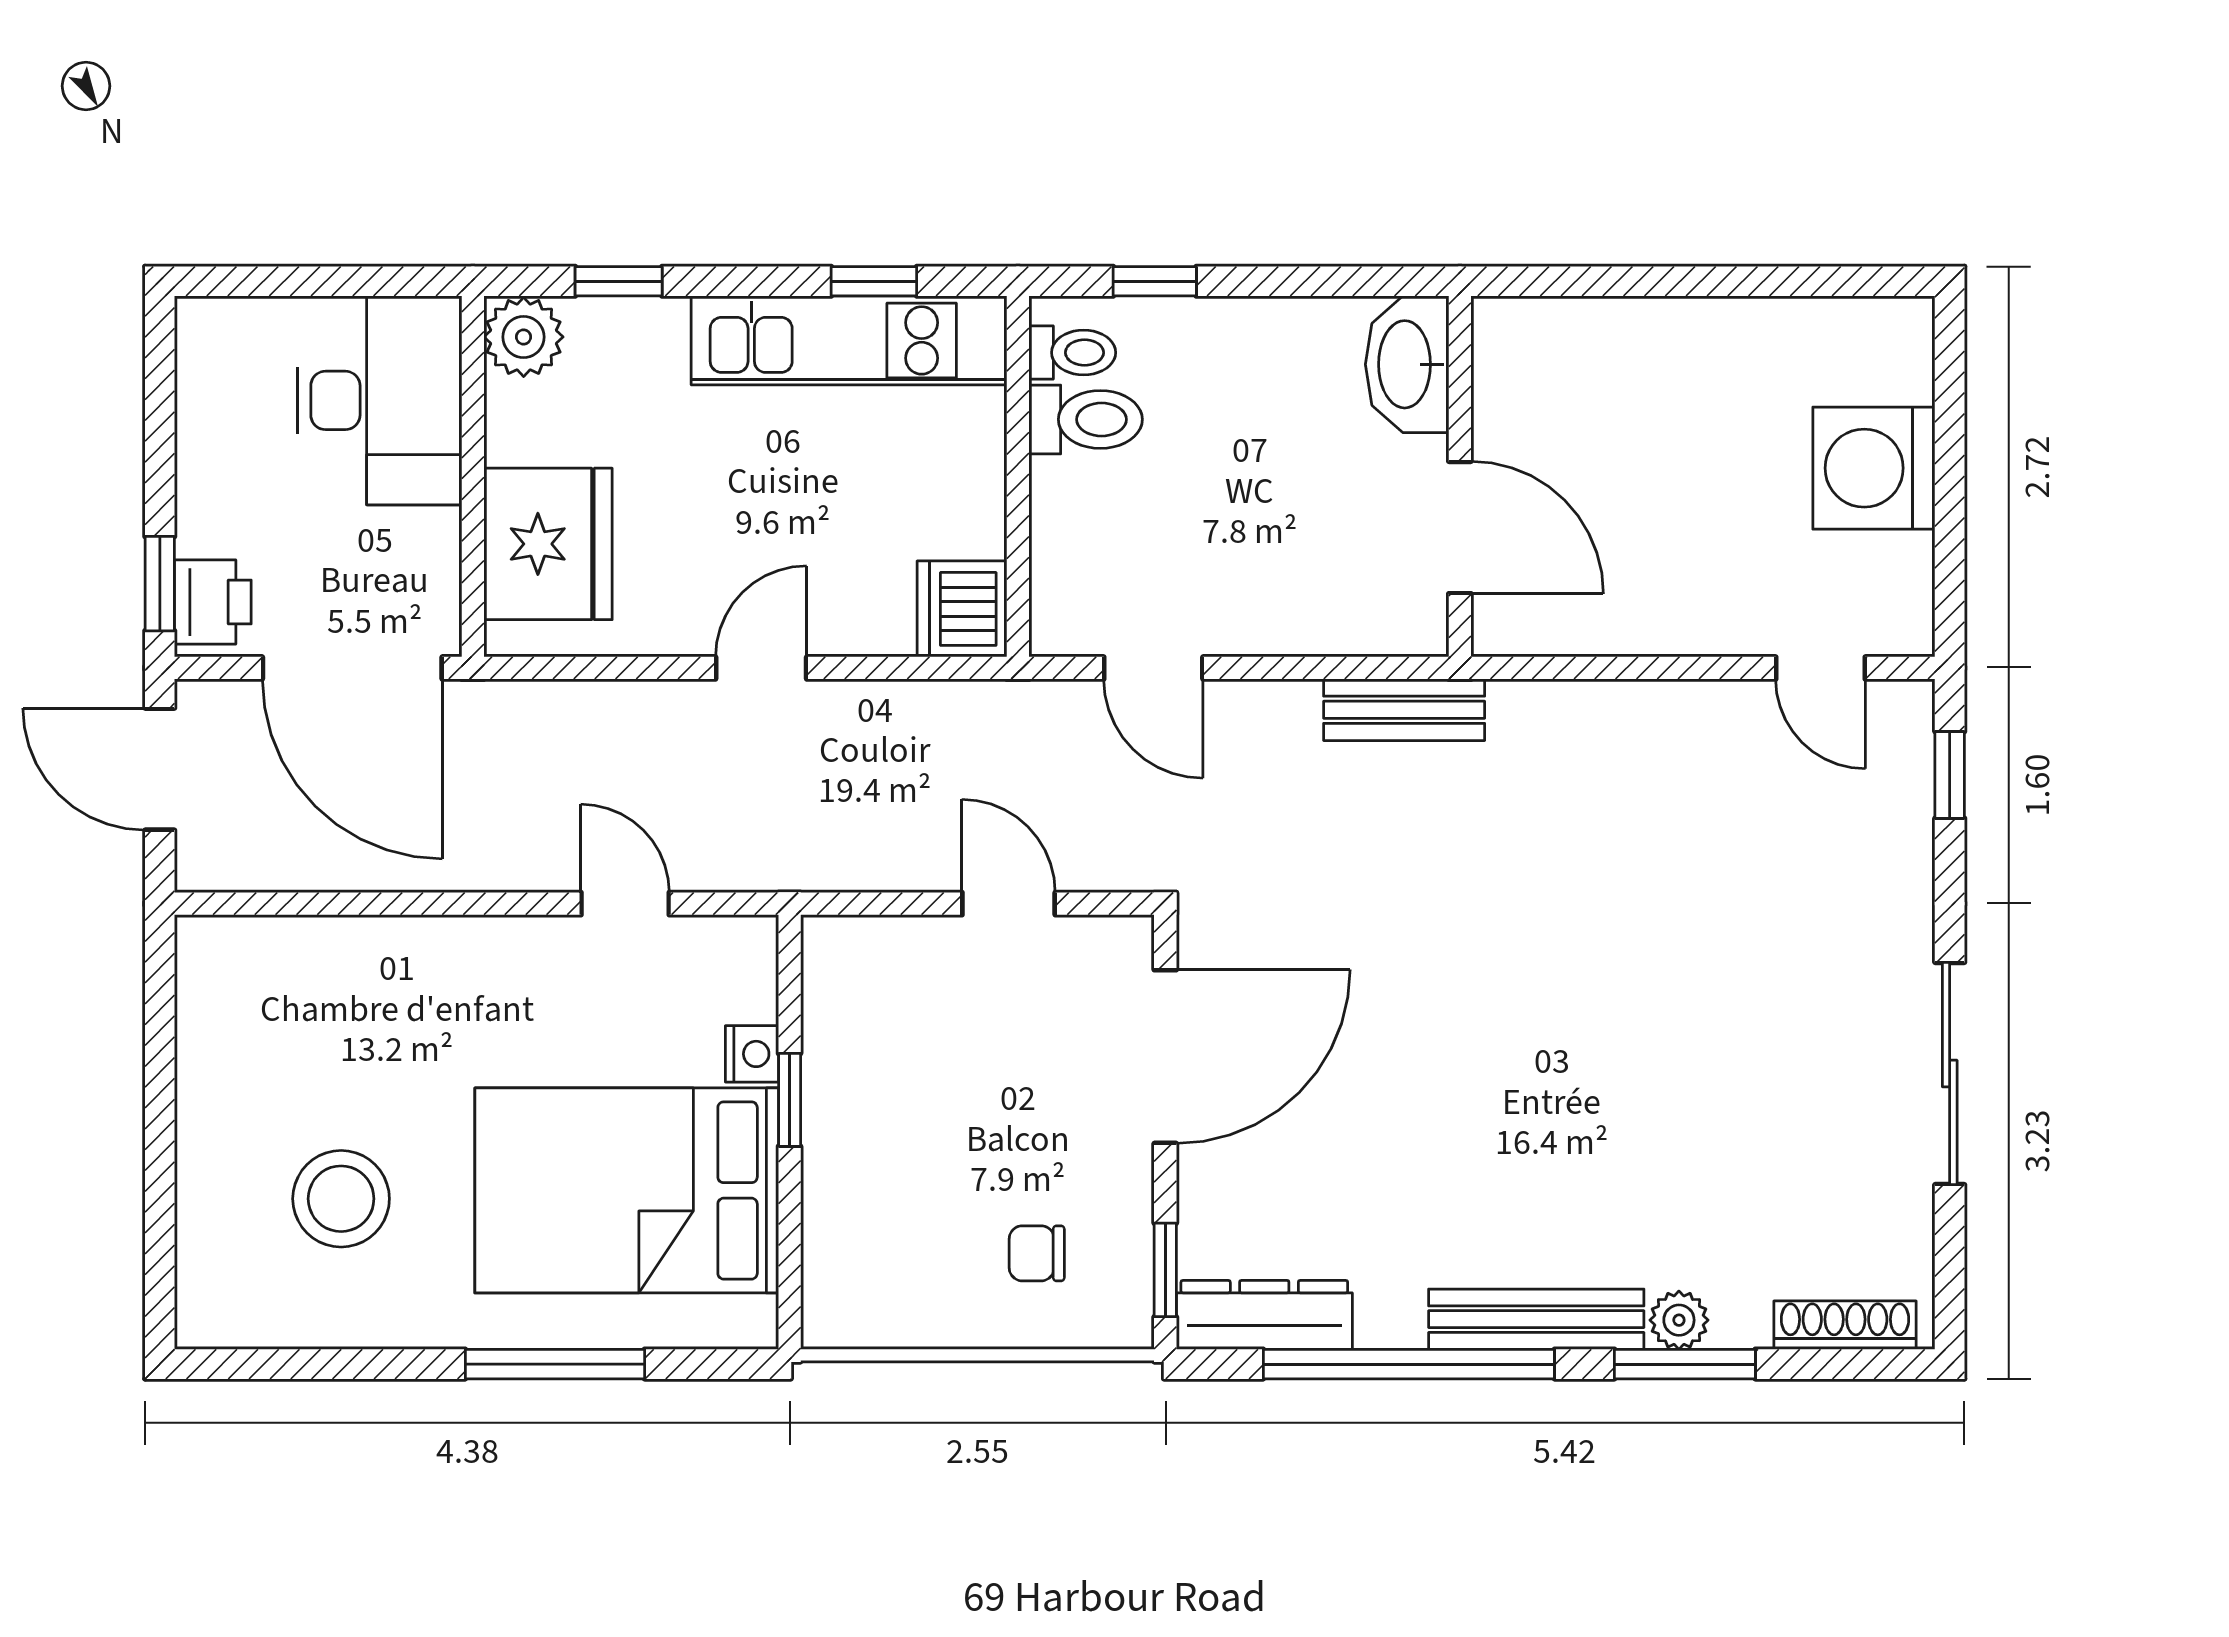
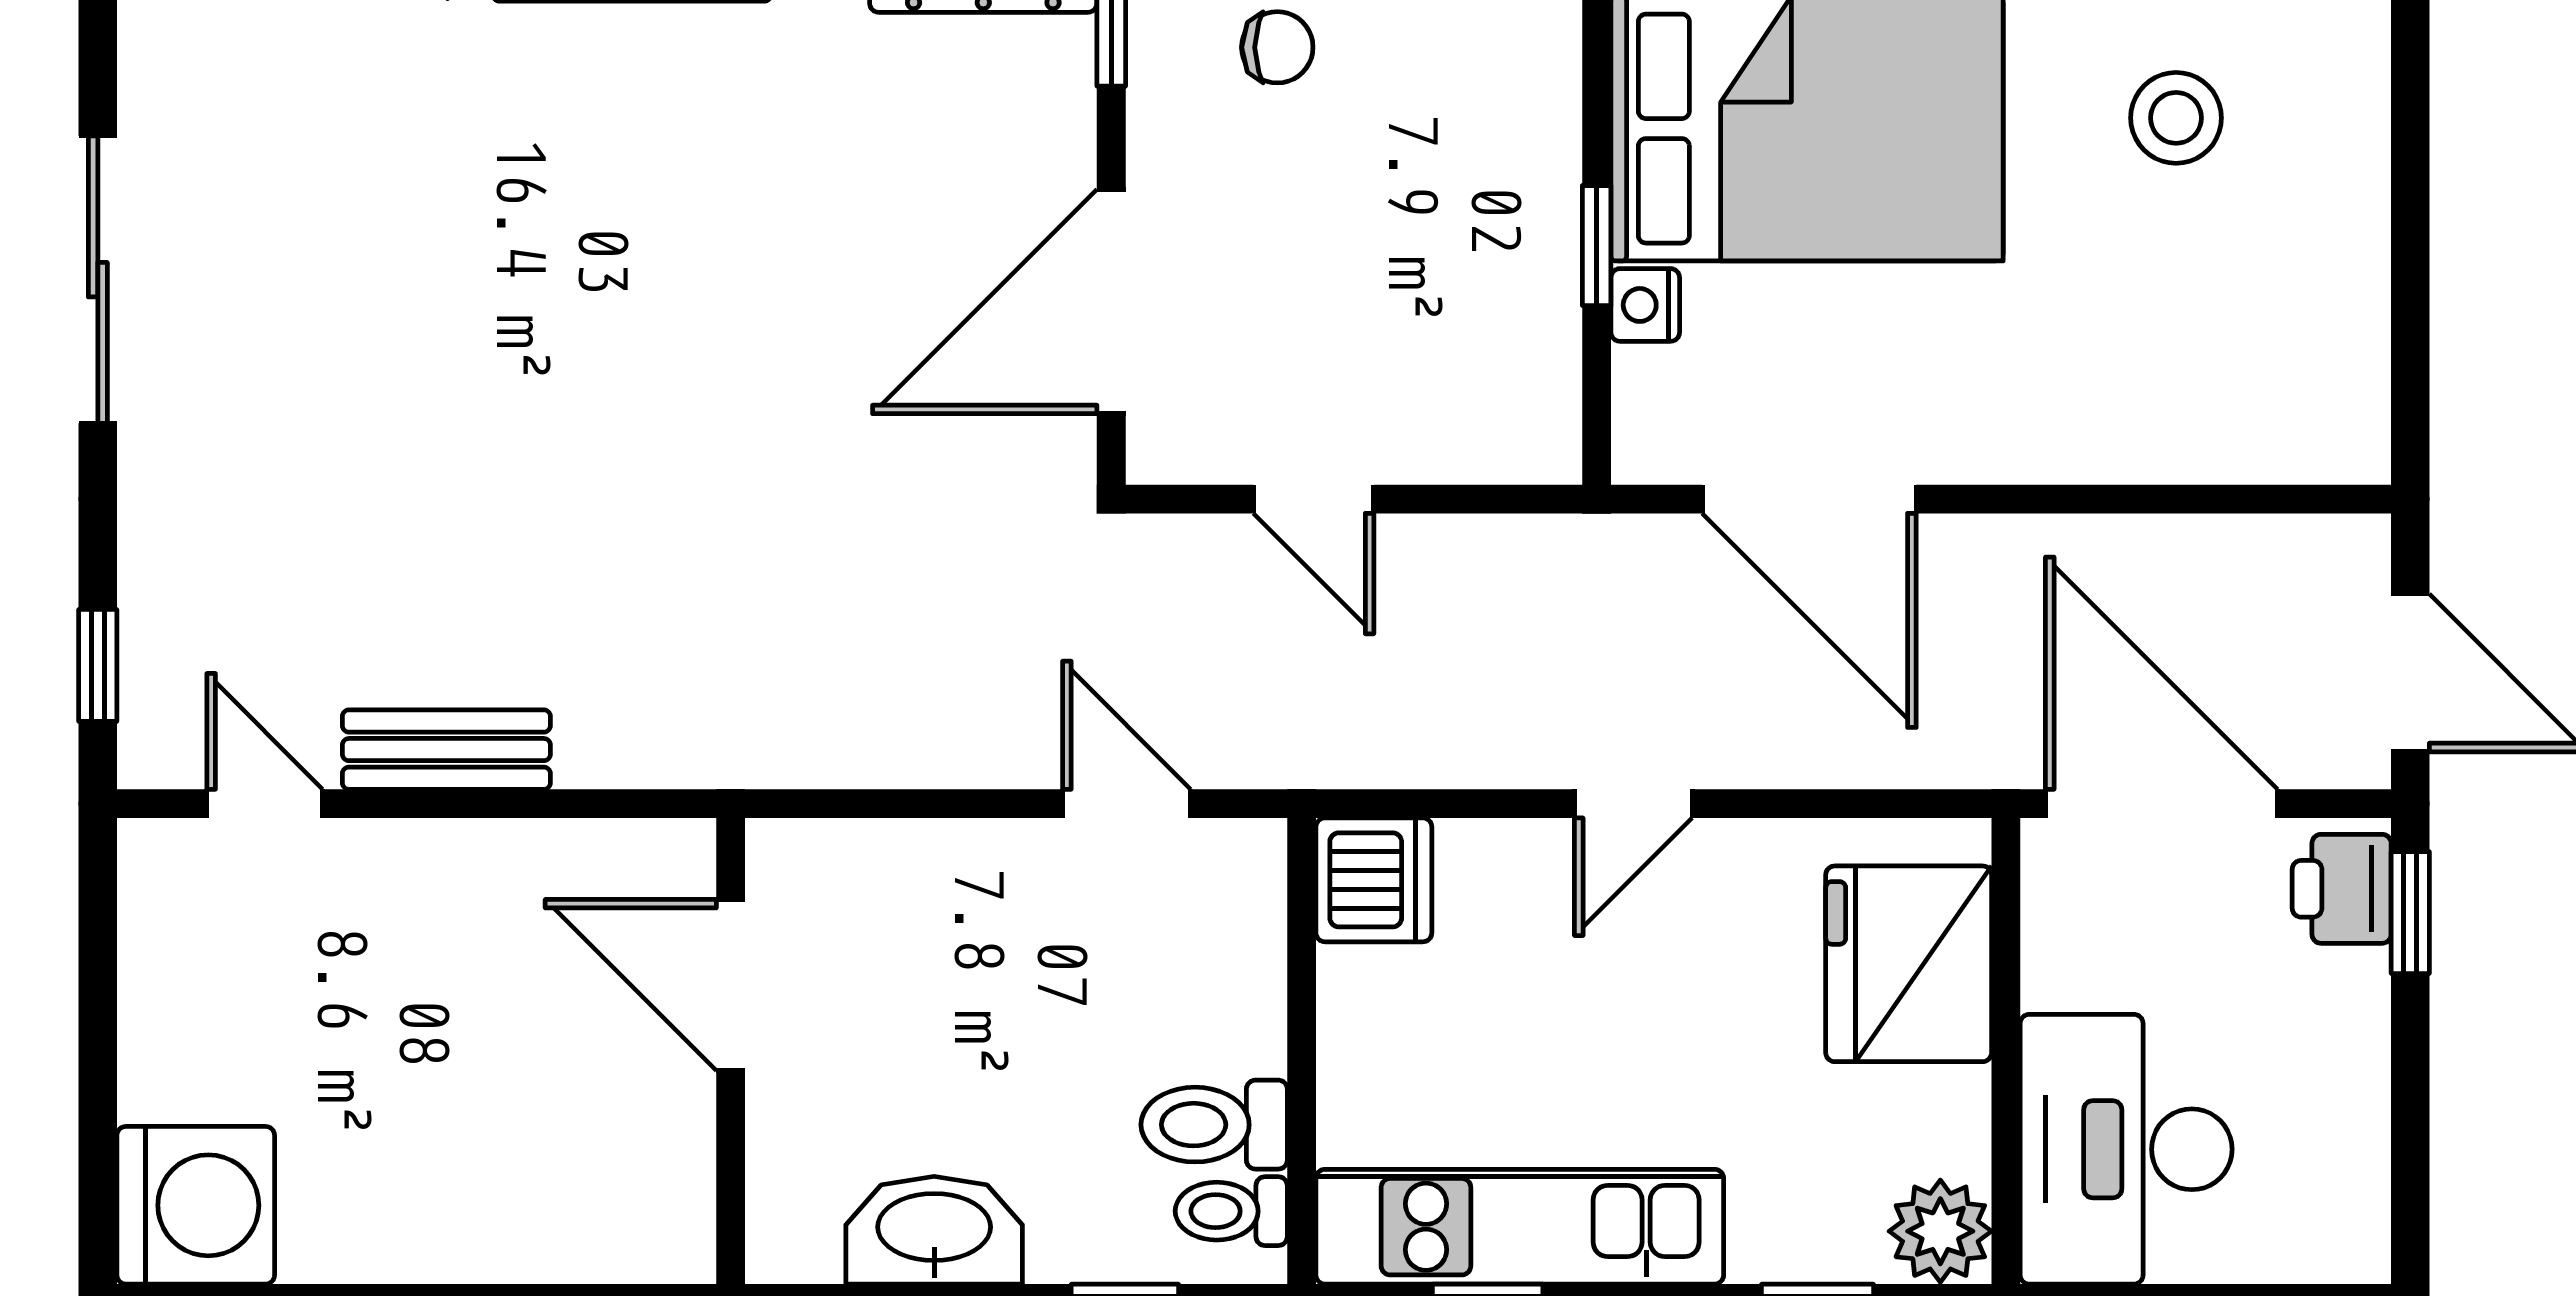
washbasin: (1407, 364) -> (934, 1230), moved, turned -90
washing machine: (1874, 468) -> (196, 1205), moved
bench: (1404, 710) -> (446, 750), moved
door: (625, 904) -> (1809, 499), width x1.87
stool: (341, 1199) -> (2176, 118), width x0.73, depth x0.73

